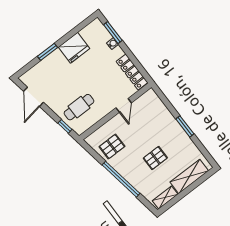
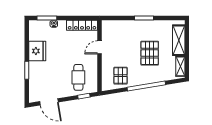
door: (124, 105) -> (100, 47), swing flipped
pallet: (155, 158) -> (150, 53), width x1.50, depth x1.42

